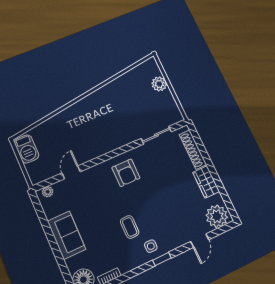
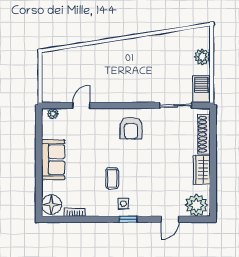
barbecue: (27, 149) -> (201, 89), moved, turned 180

